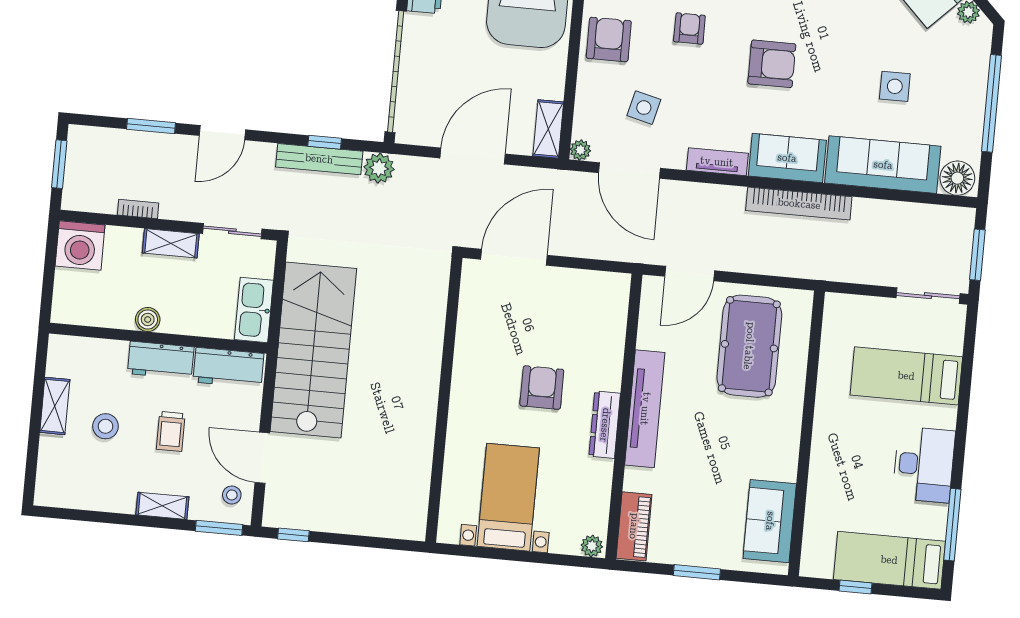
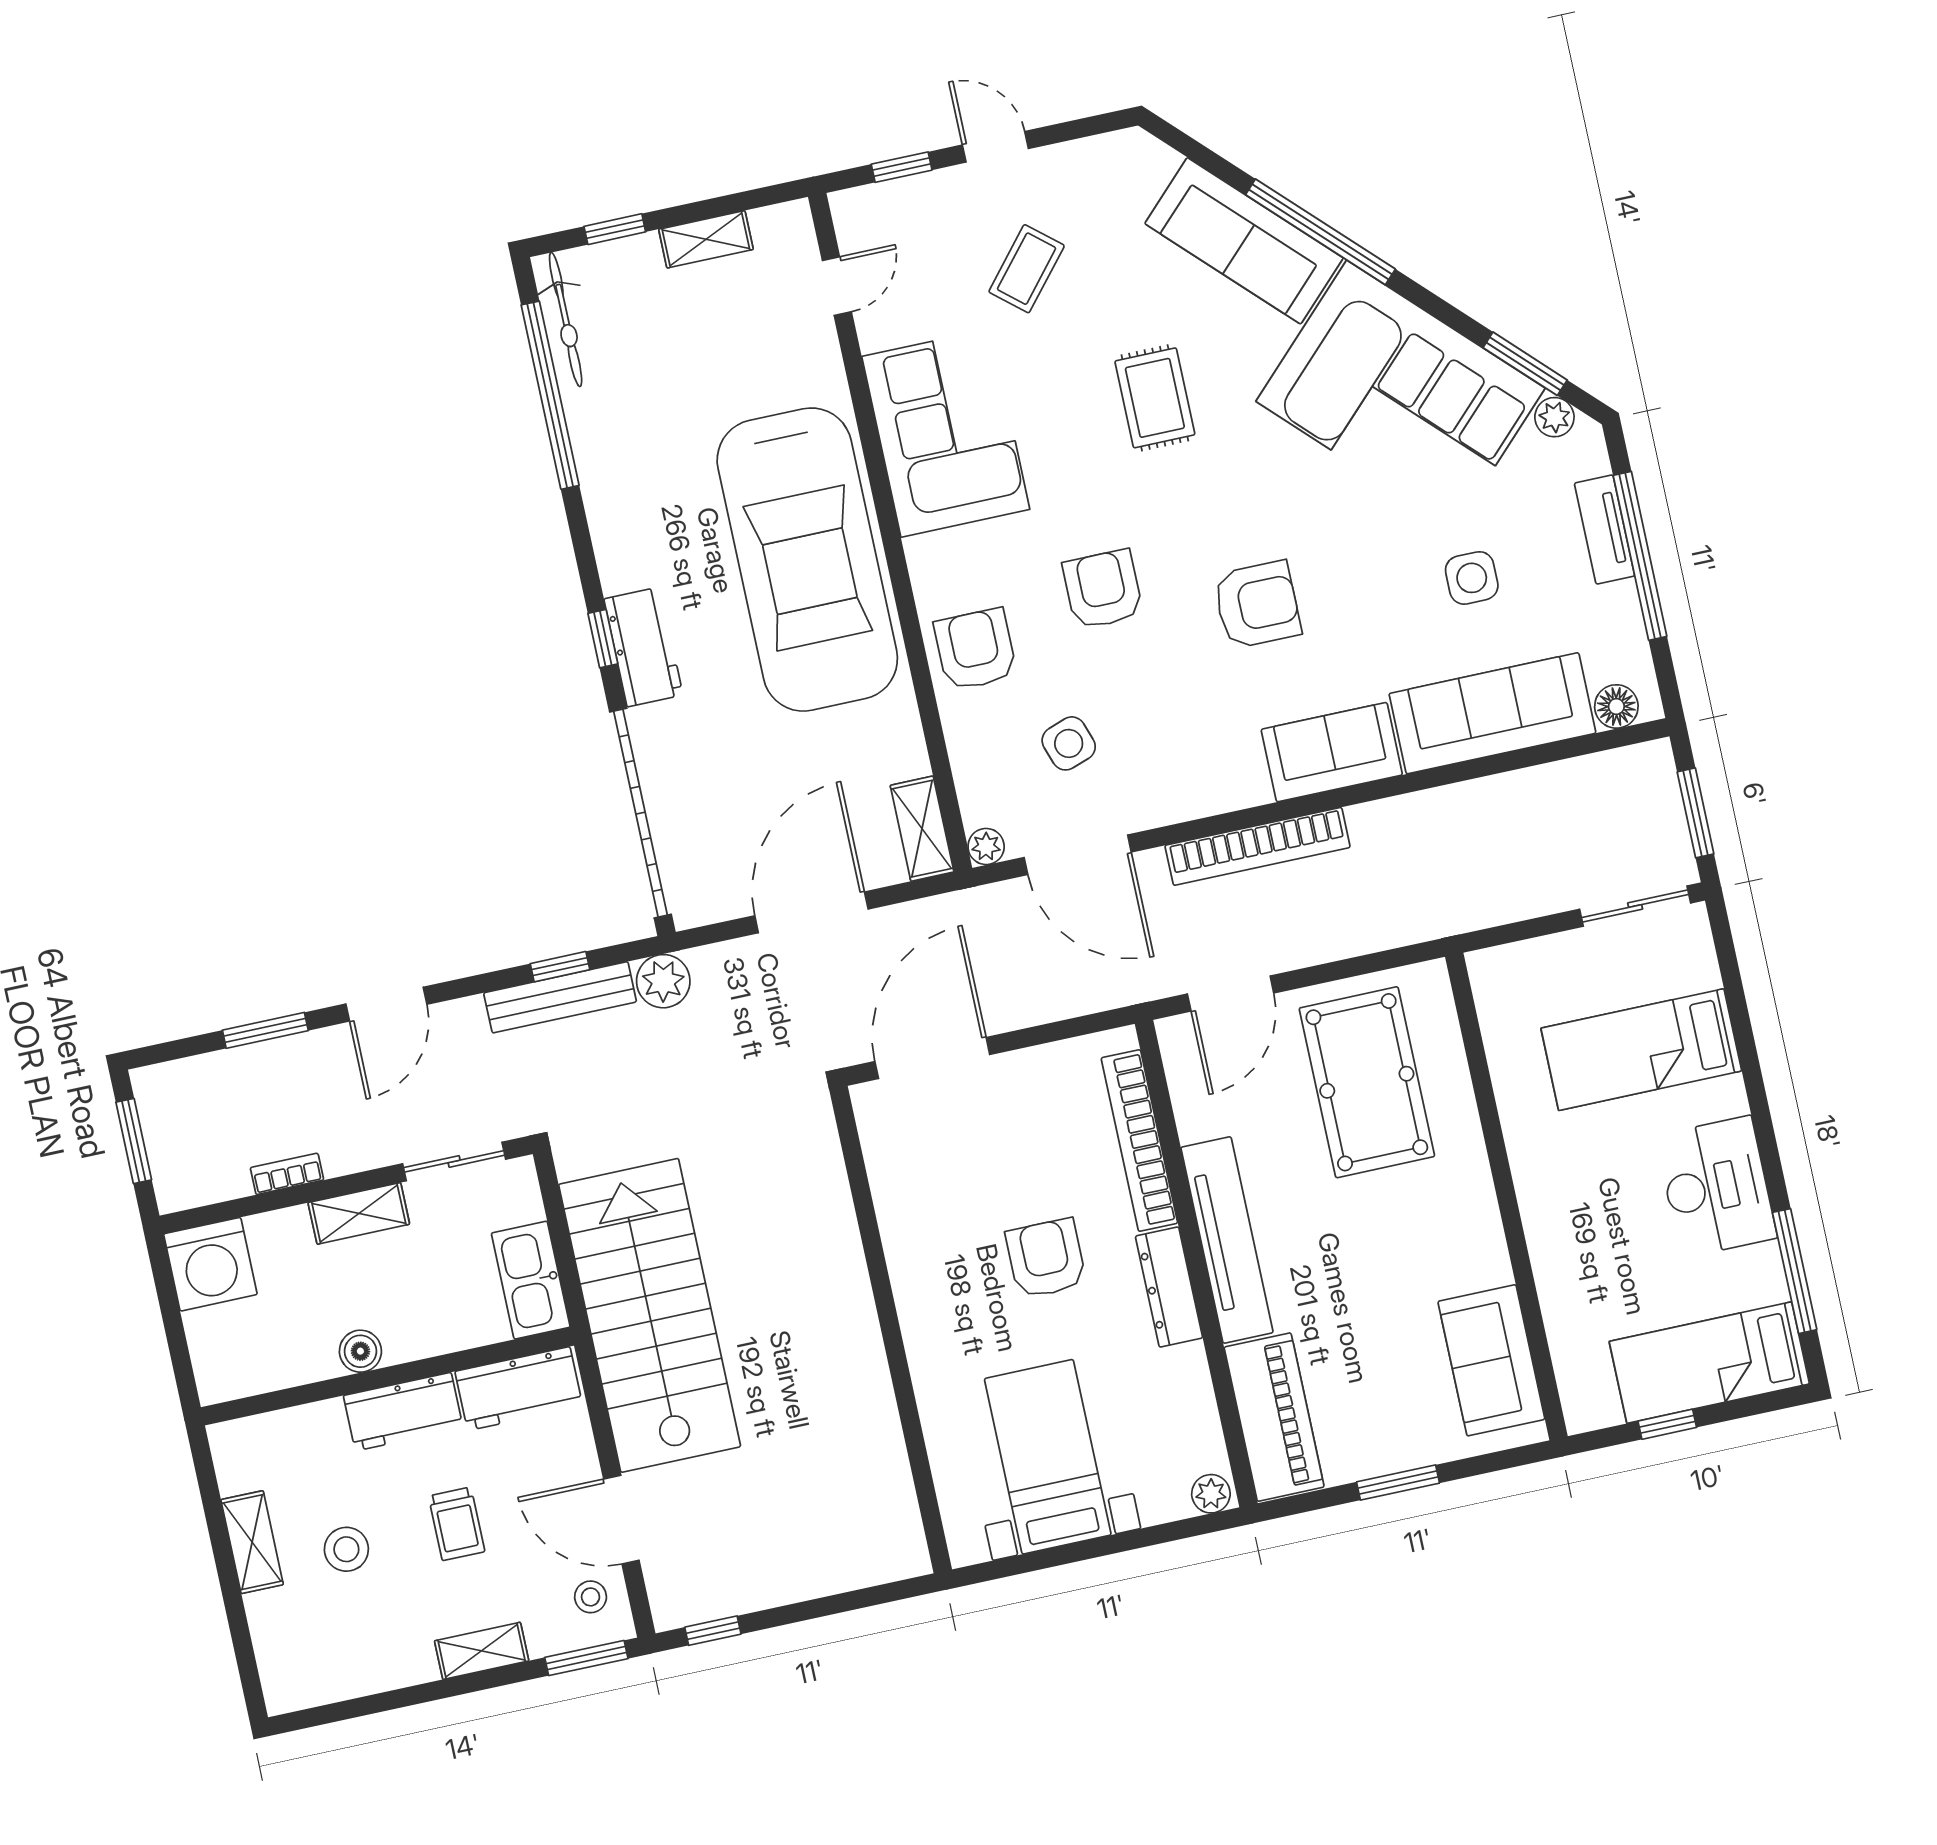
armchair: (689, 29) -> (1103, 589), width x1.38, depth x1.38
side table: (644, 108) -> (1069, 743), turned -33
tv unit: (717, 162) -> (1605, 530), moved, turned -90
floor lamp: (957, 178) -> (1616, 706), width x0.73, depth x0.73
bookcase: (799, 204) -> (1258, 846), moved
bookcase: (614, 339) -> (1139, 1140), added
piano: (634, 526) -> (1274, 1417), width x1.37, depth x1.33

